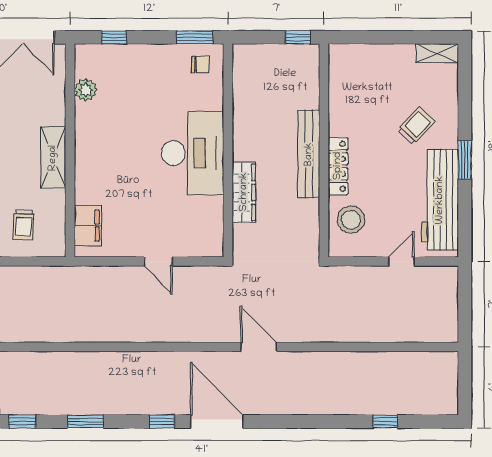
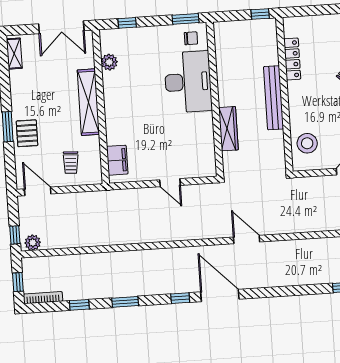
desk: (193, 153) -> (188, 82), moved
shelving: (53, 158) -> (88, 102), width x1.47
locker: (338, 166) -> (292, 59), moved

